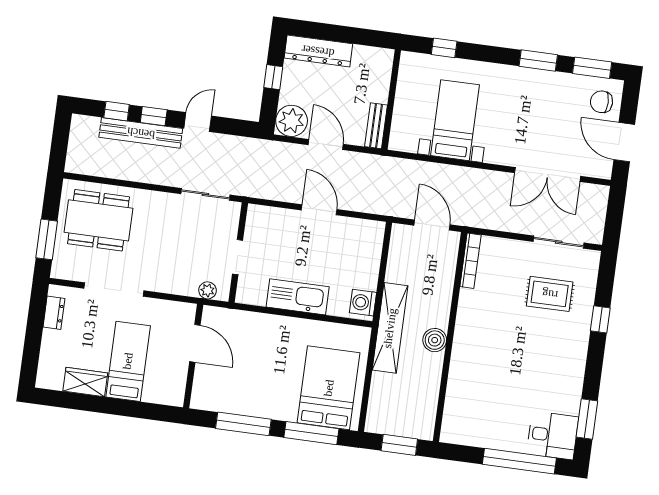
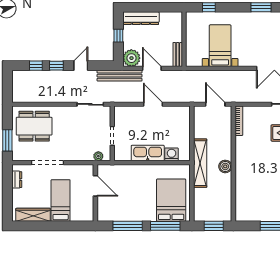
bench: (141, 133) -> (120, 76), moved
washing machine: (363, 303) -> (172, 154), moved, turned 90
wardrobe: (85, 382) -> (33, 215), width x1.50

